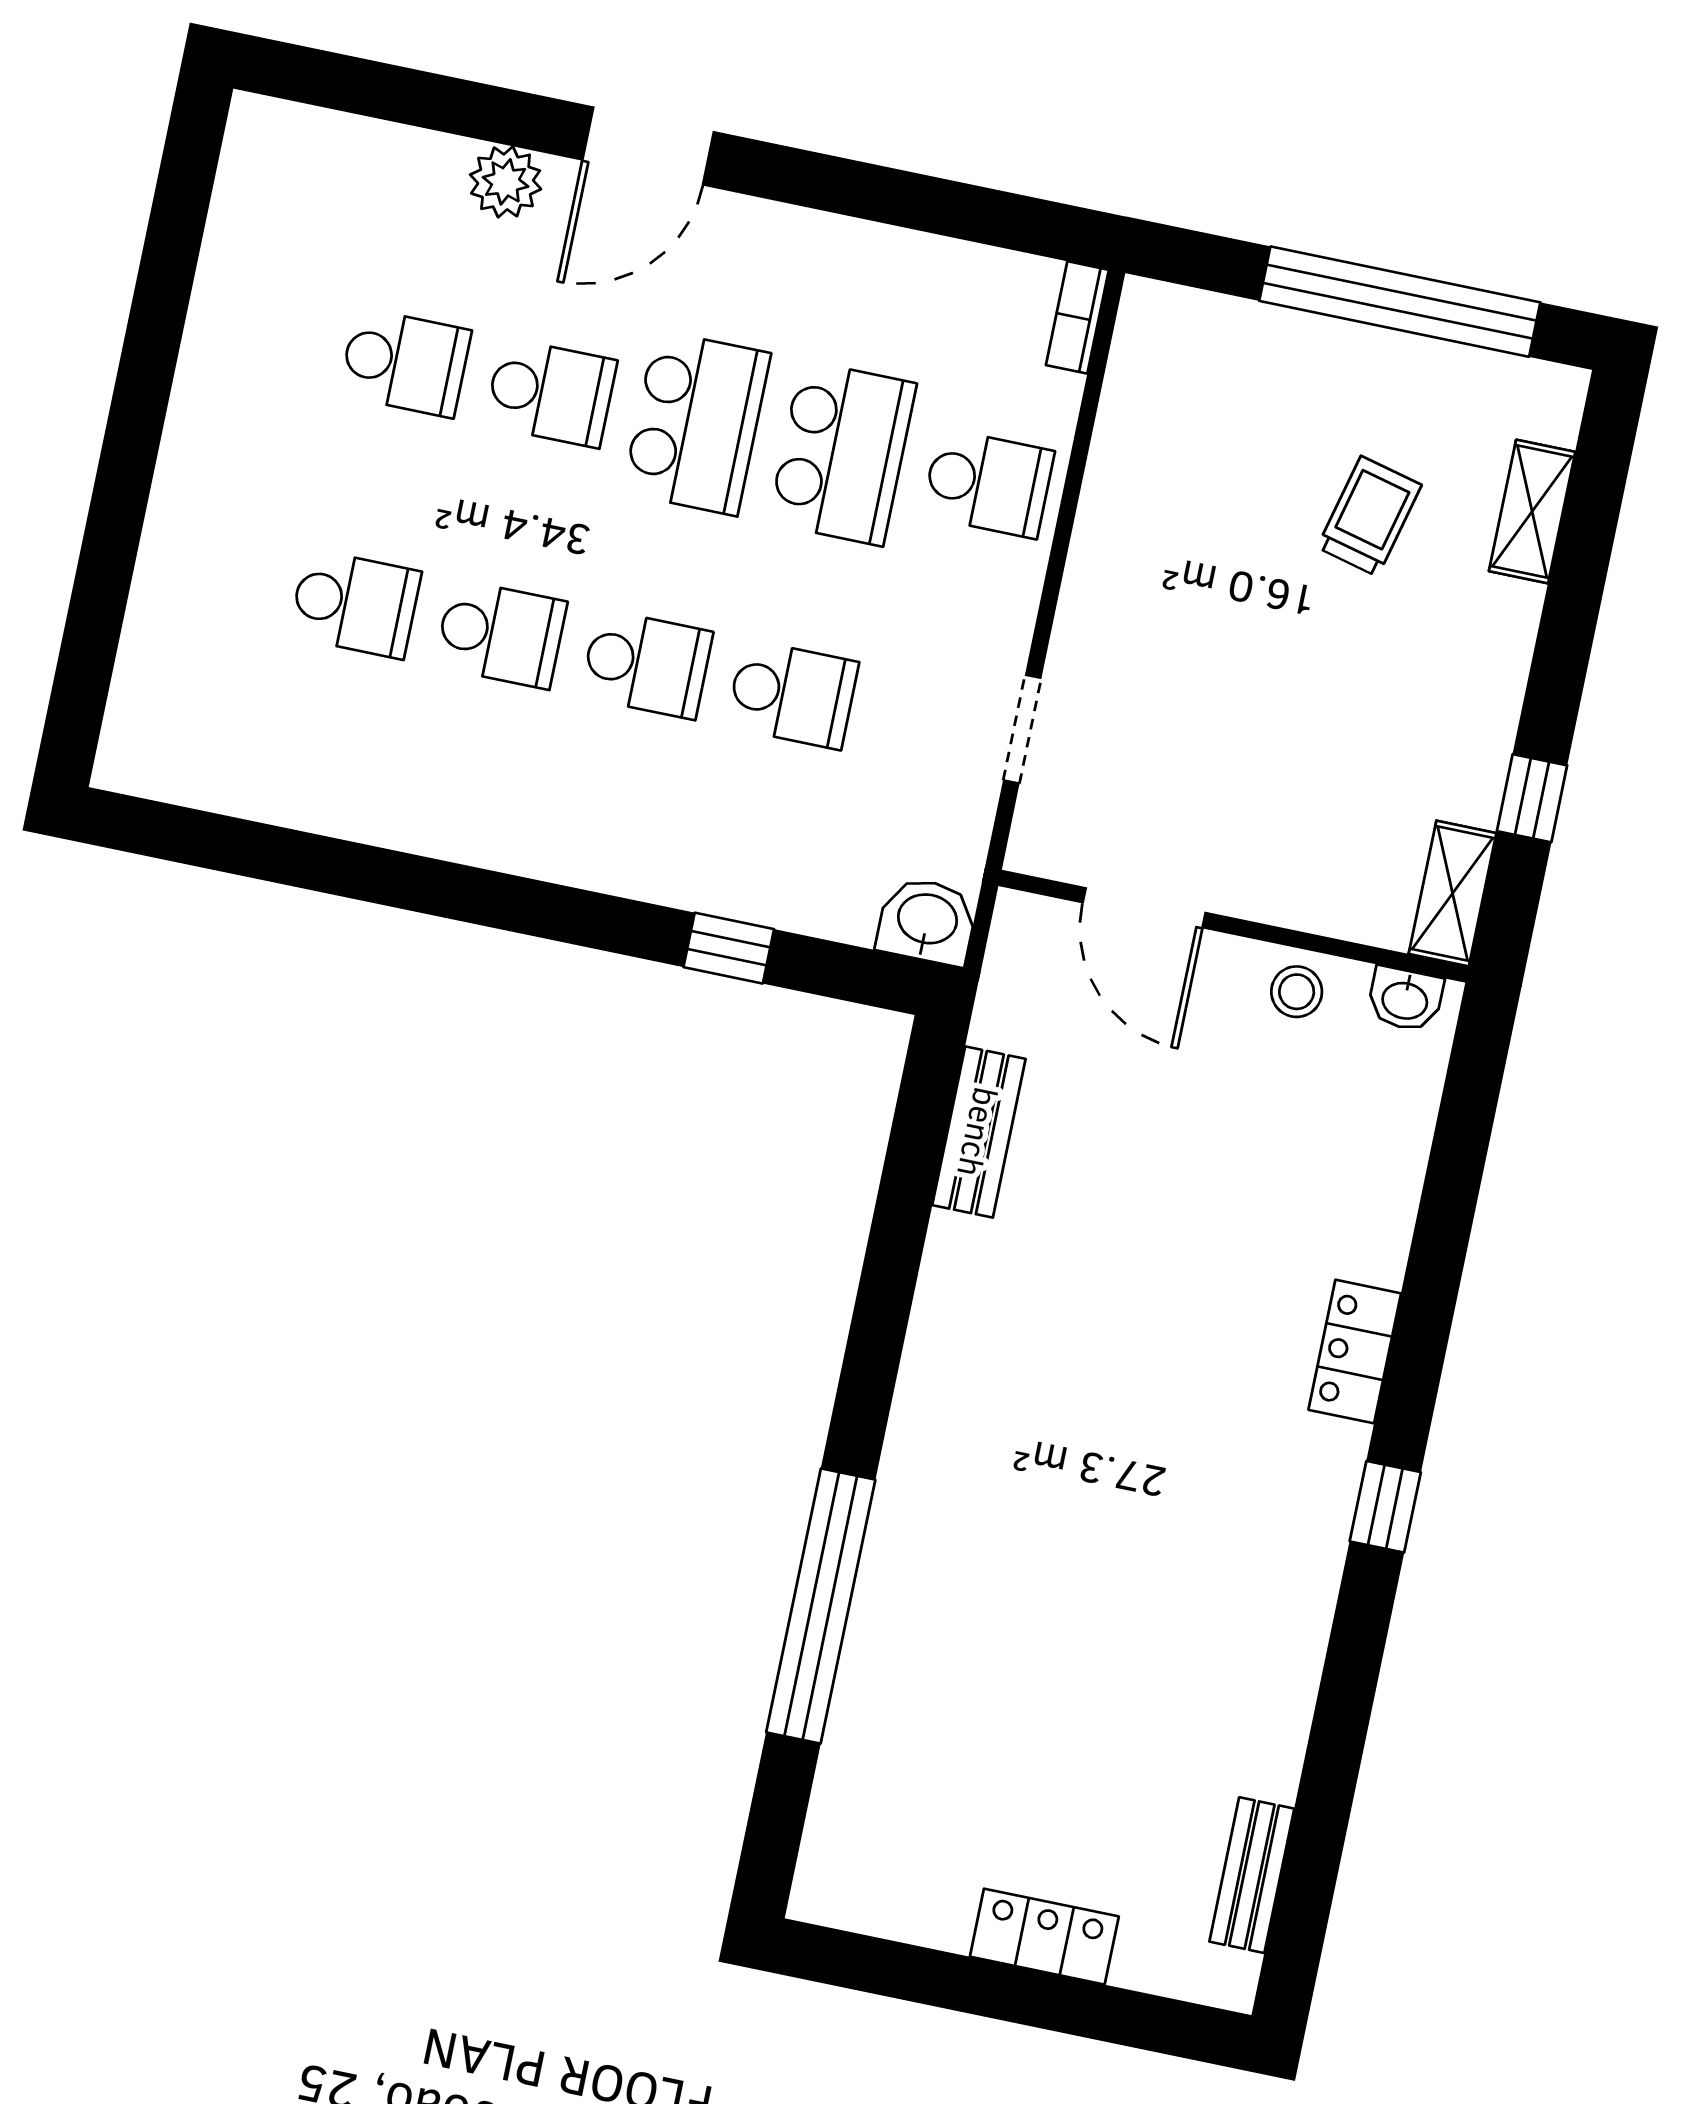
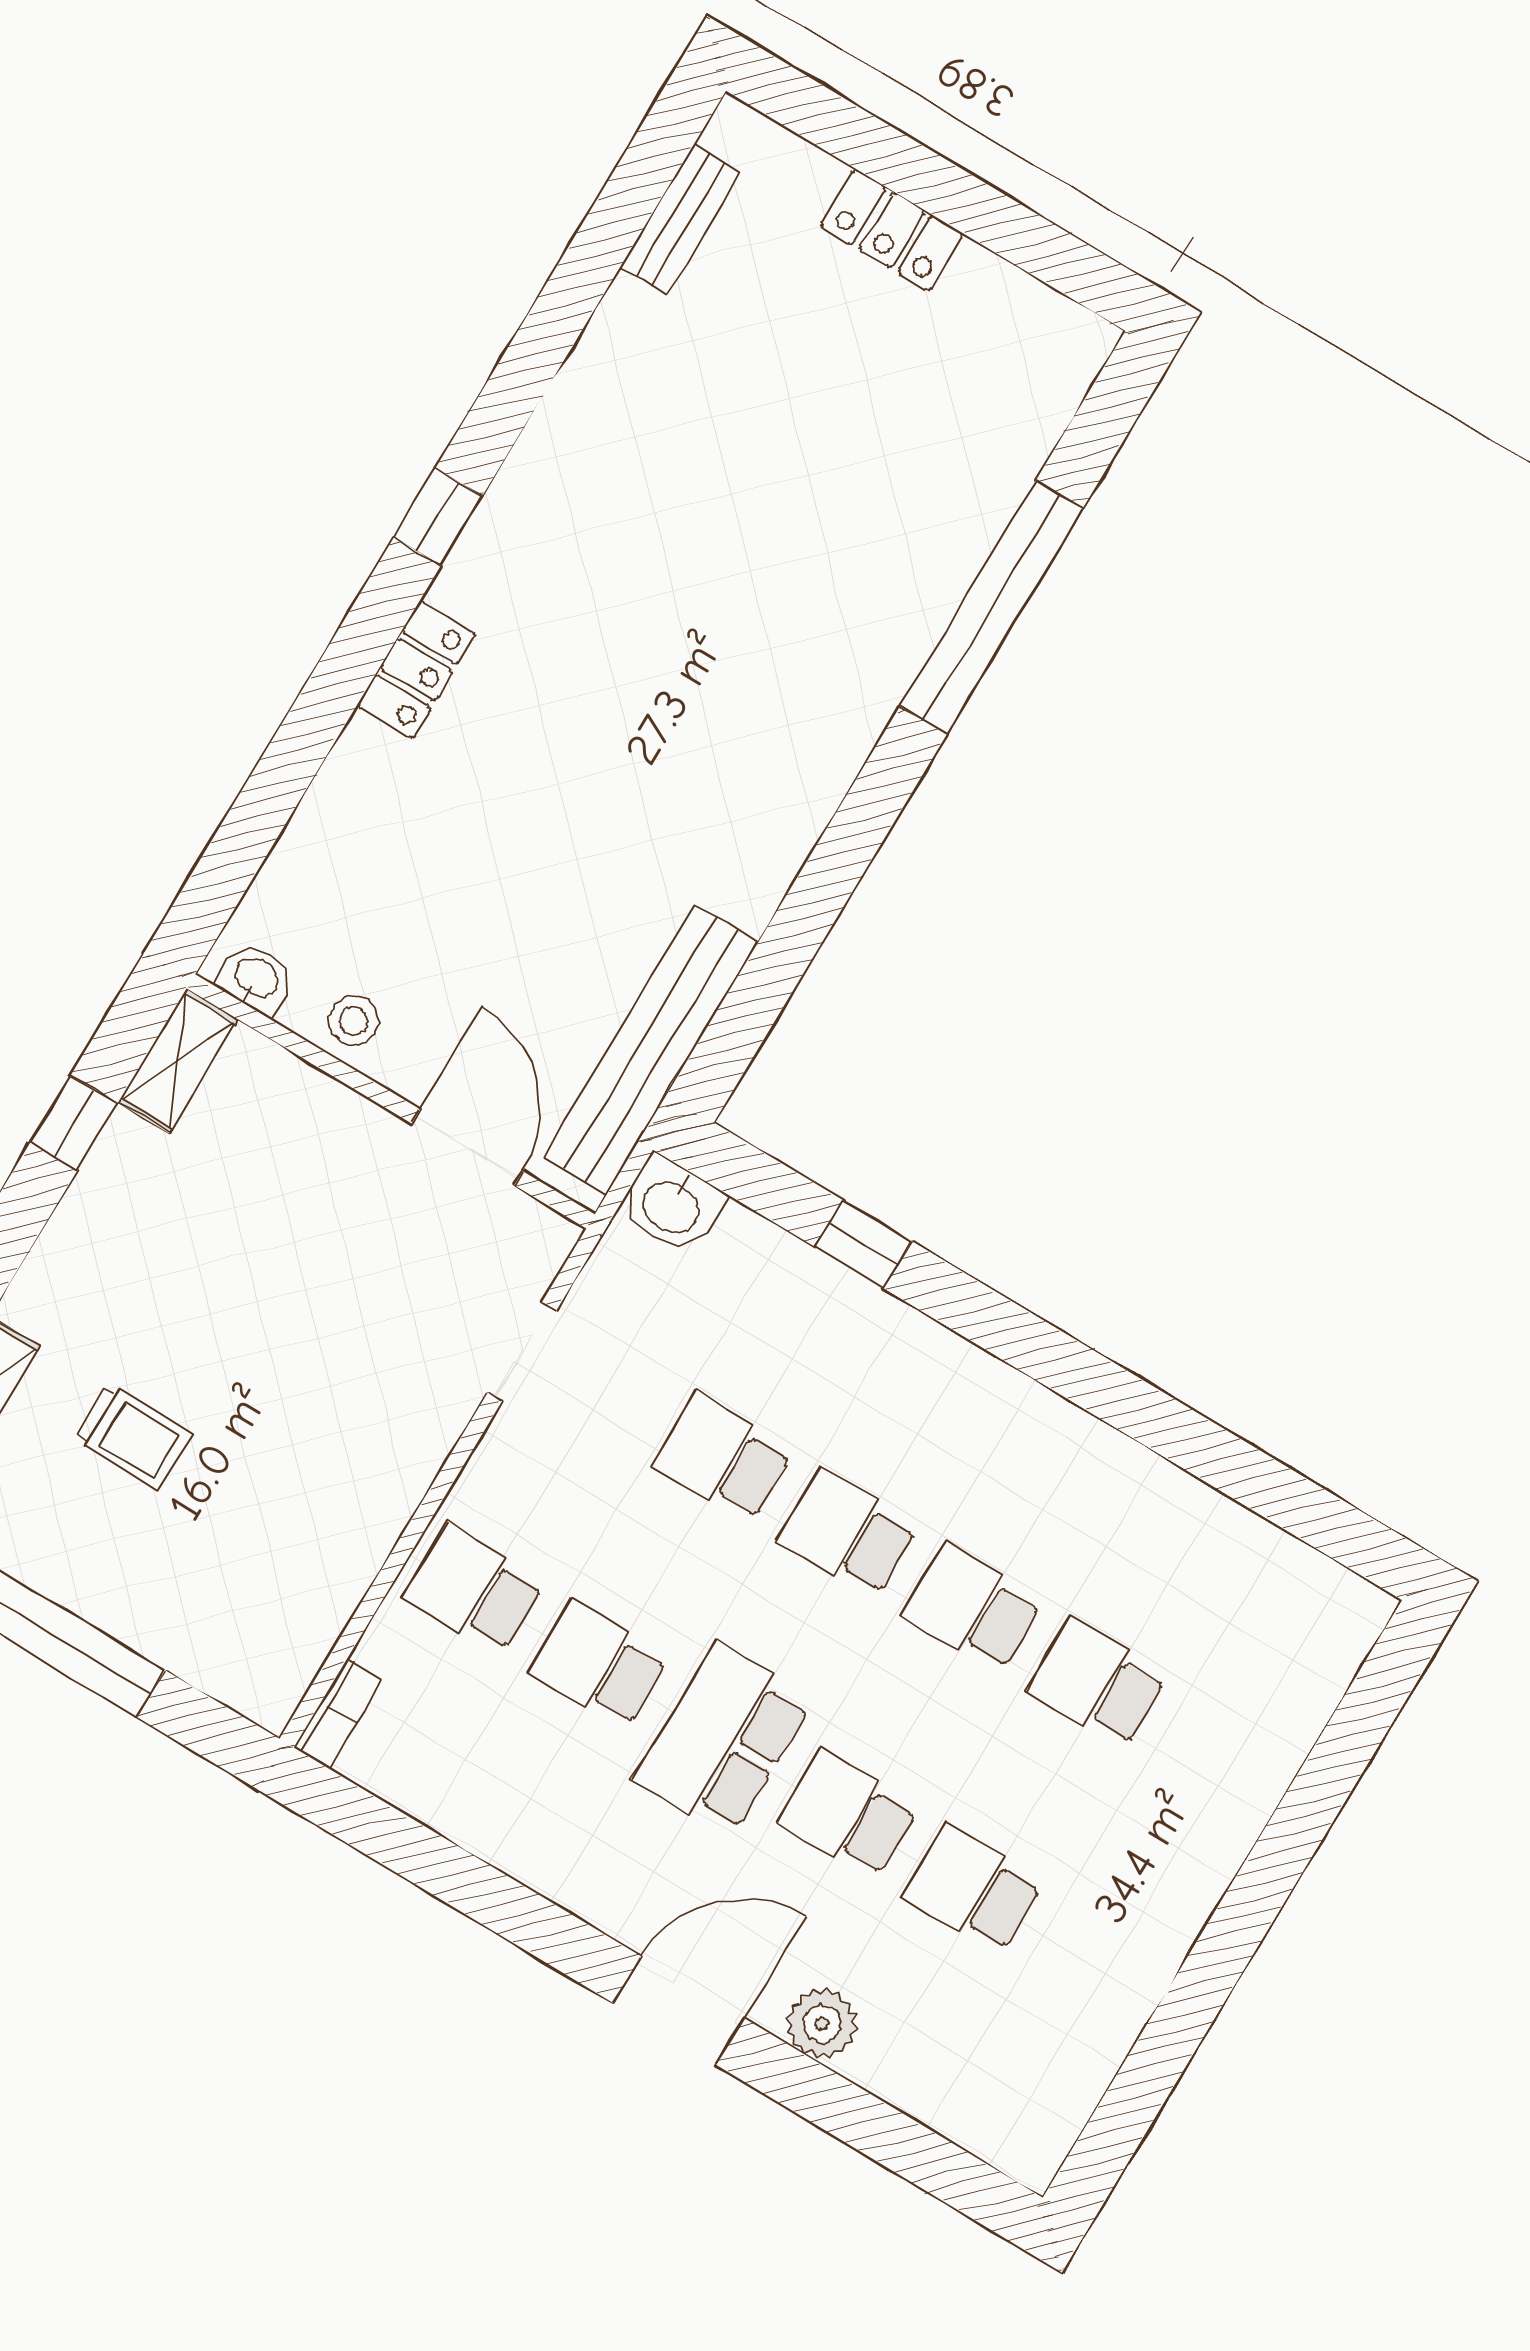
school desk: (842, 453) -> (599, 1664), width x0.54
trolley: (1369, 516) -> (133, 1436), turned -104
bench: (979, 1132) -> (651, 1049), width x1.86, depth x1.21

